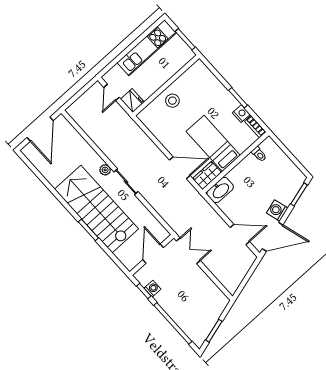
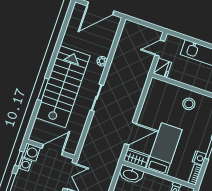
stool: (172, 101) -> (189, 104), moved
door: (180, 168) -> (131, 134), hinge flipped
plant: (105, 170) -> (102, 61), moved
washing machine: (144, 276) -> (31, 152), added

